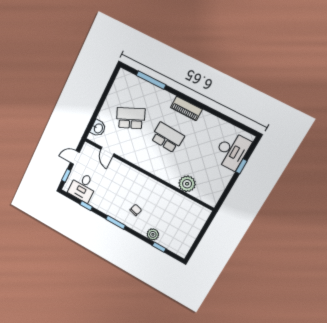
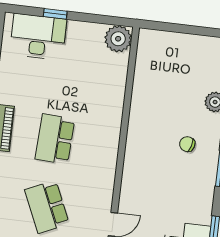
plant: (187, 184) -> (118, 39), moved

